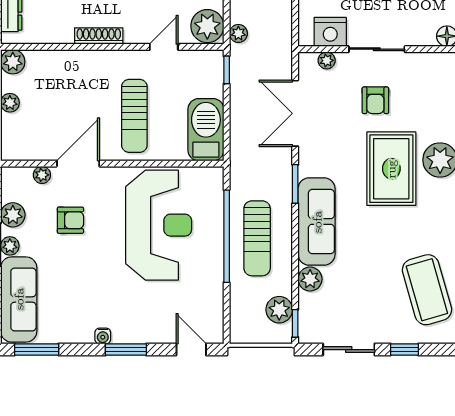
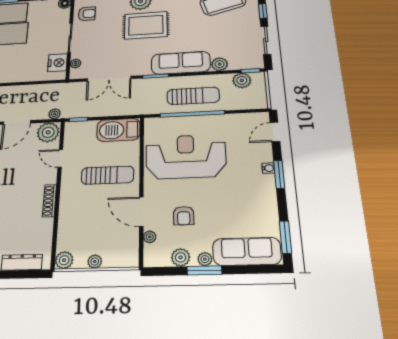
armchair: (375, 100) -> (87, 14), moved
armchair: (70, 220) -> (184, 216), turned 180
water cooler: (103, 336) -> (268, 168), moved

